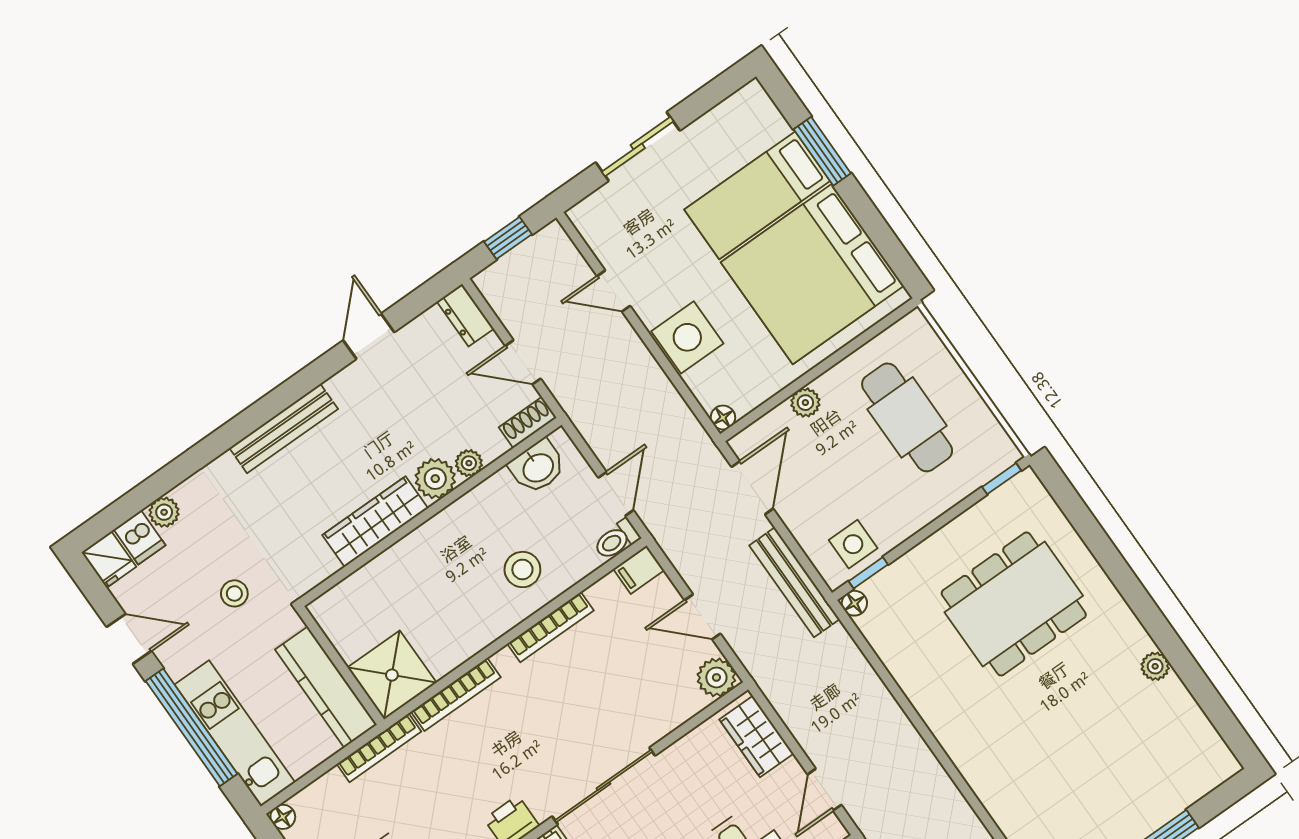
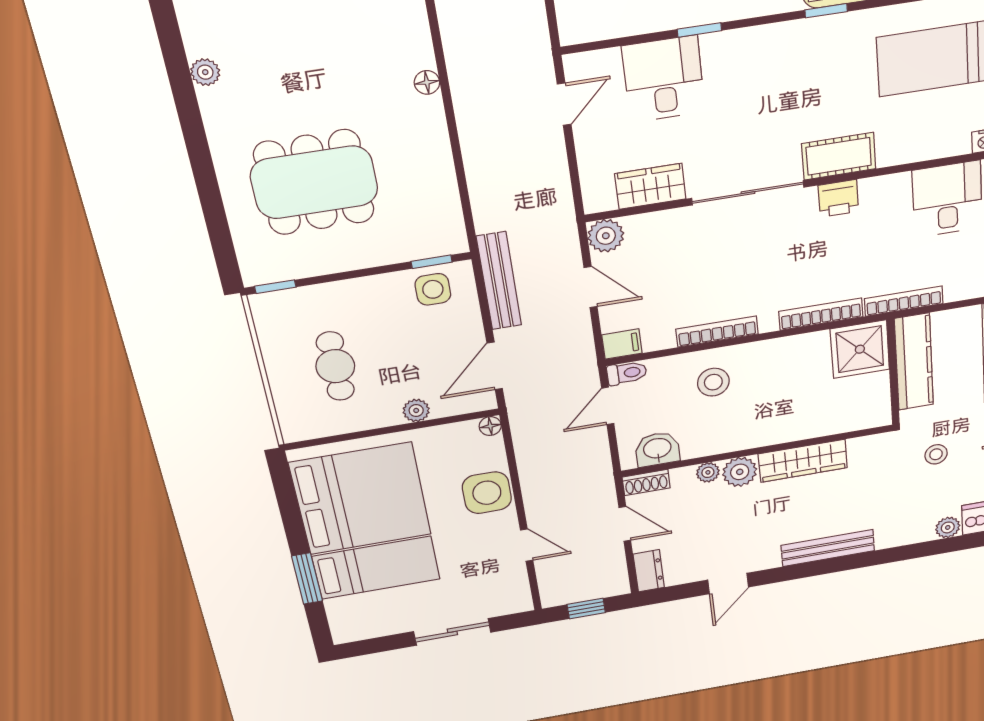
cafe table: (907, 417) -> (335, 366), width x0.73, depth x0.74
floor lamp: (854, 603) -> (427, 82), moved
wardrobe: (756, 736) -> (650, 186), moved, turned -90

